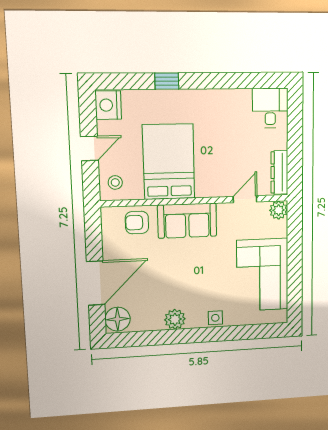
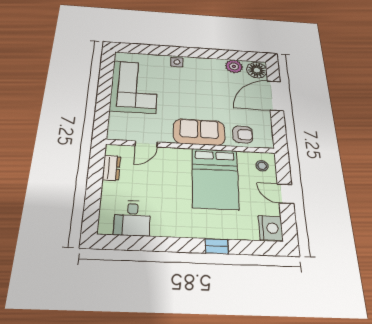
desk: (270, 108) -> (132, 218), moved
door: (89, 149) -> (285, 194), hinge flipped
dresser: (279, 172) -> (111, 168), width x0.70
plant: (279, 210) -> (115, 133), removed
plant: (175, 319) -> (234, 66), moved

